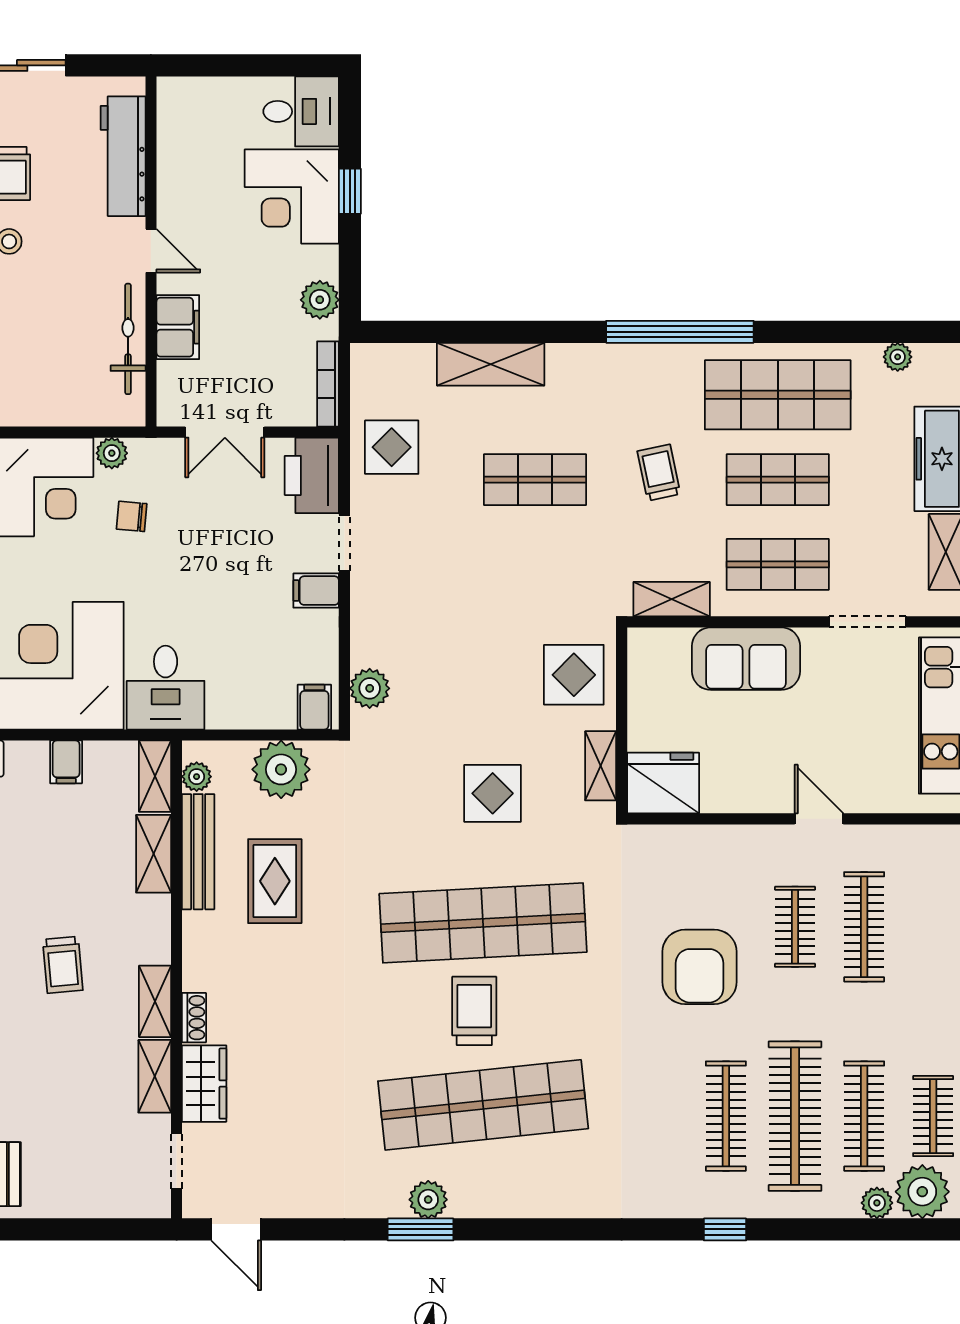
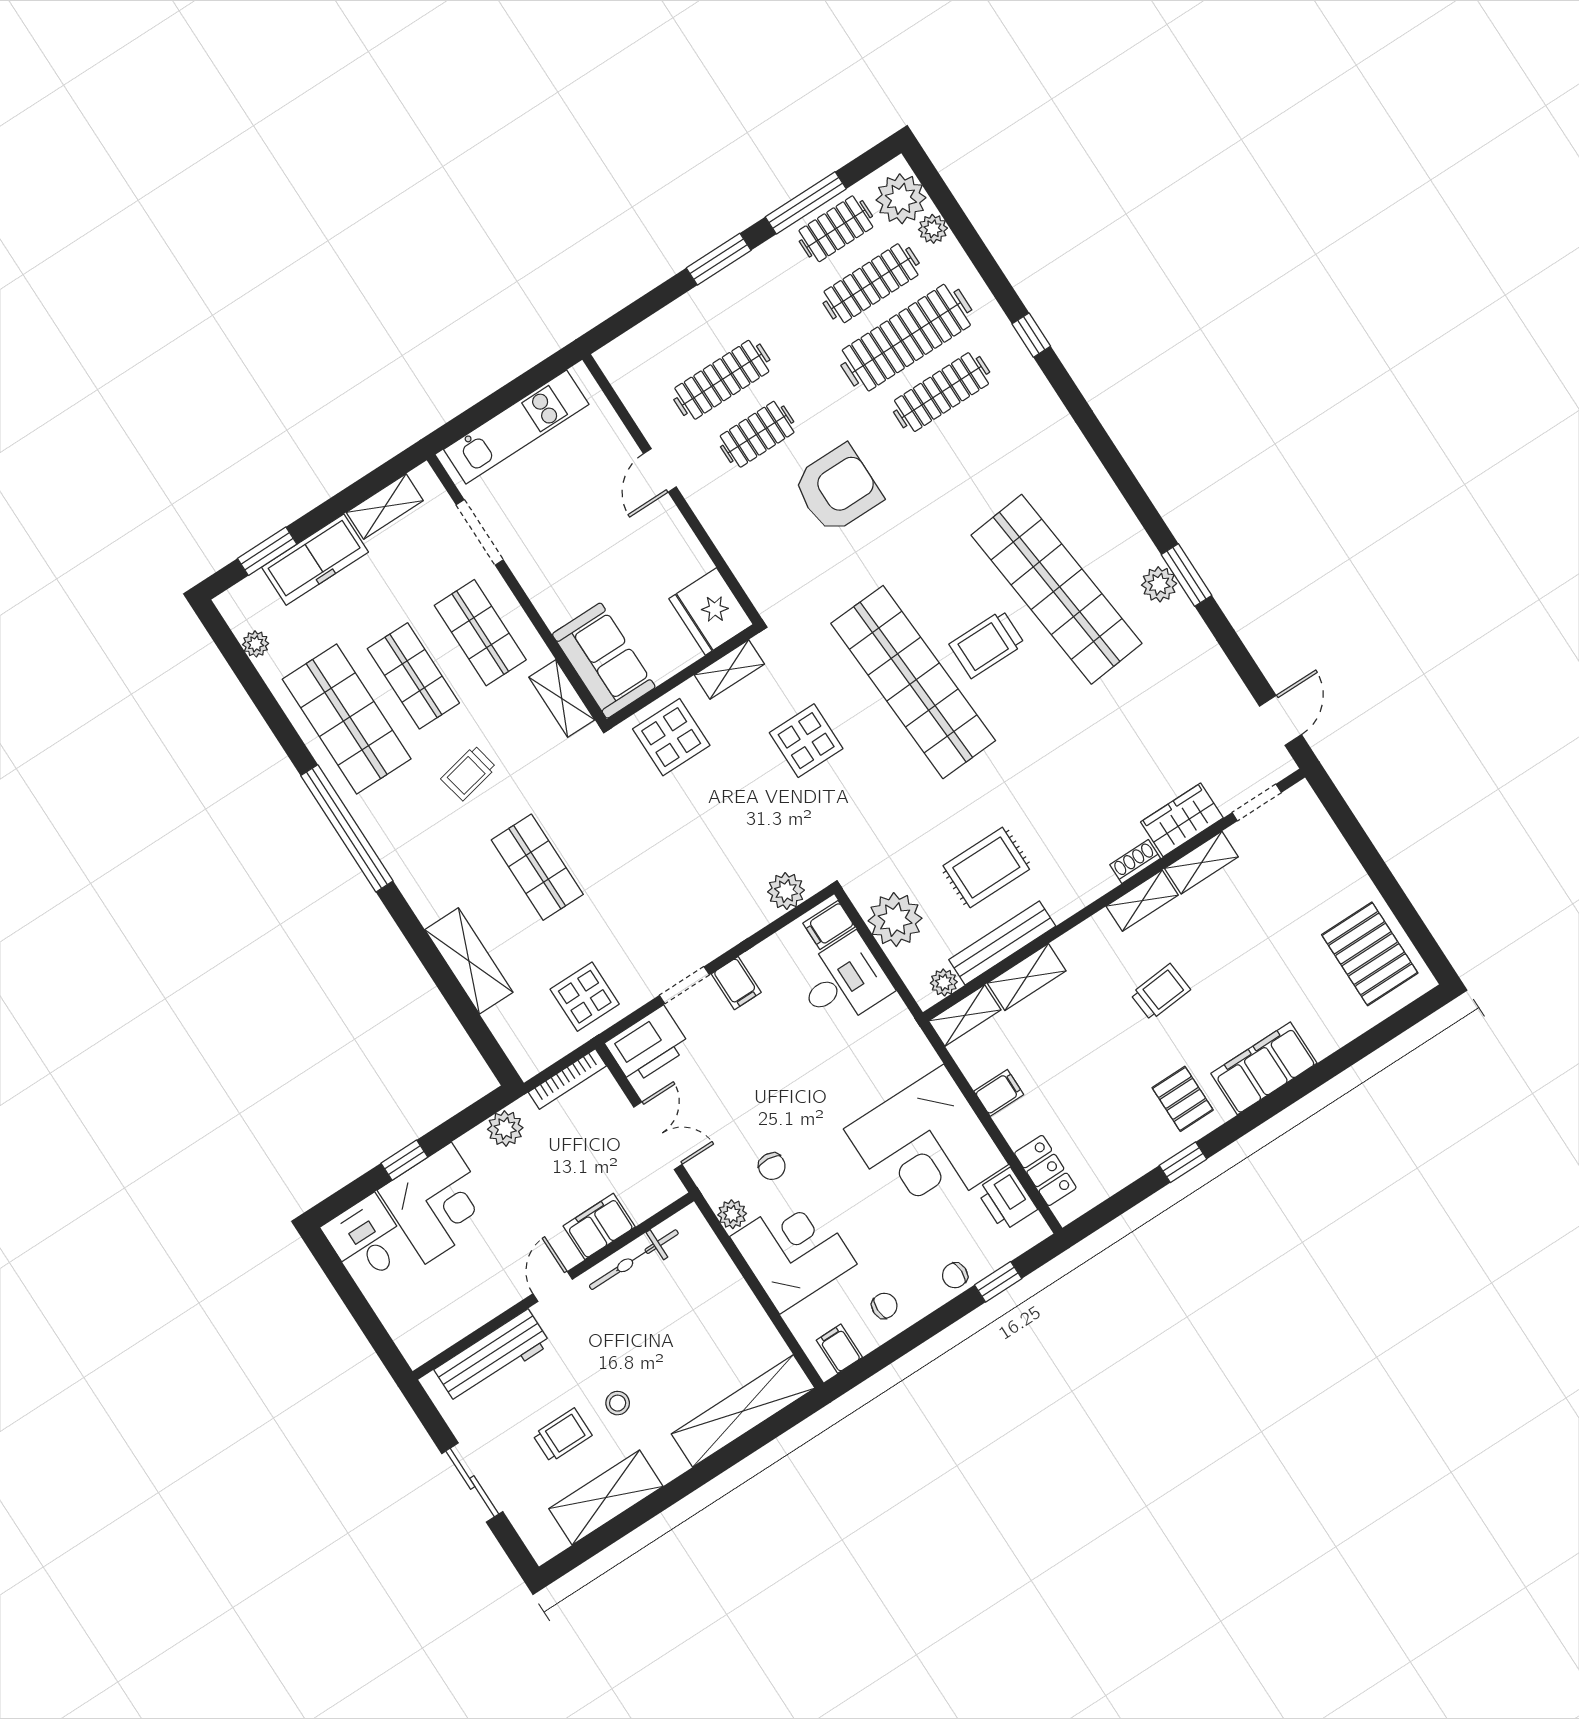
sofa: (746, 659) -> (604, 661), moved
desk: (166, 688) -> (844, 981), moved

